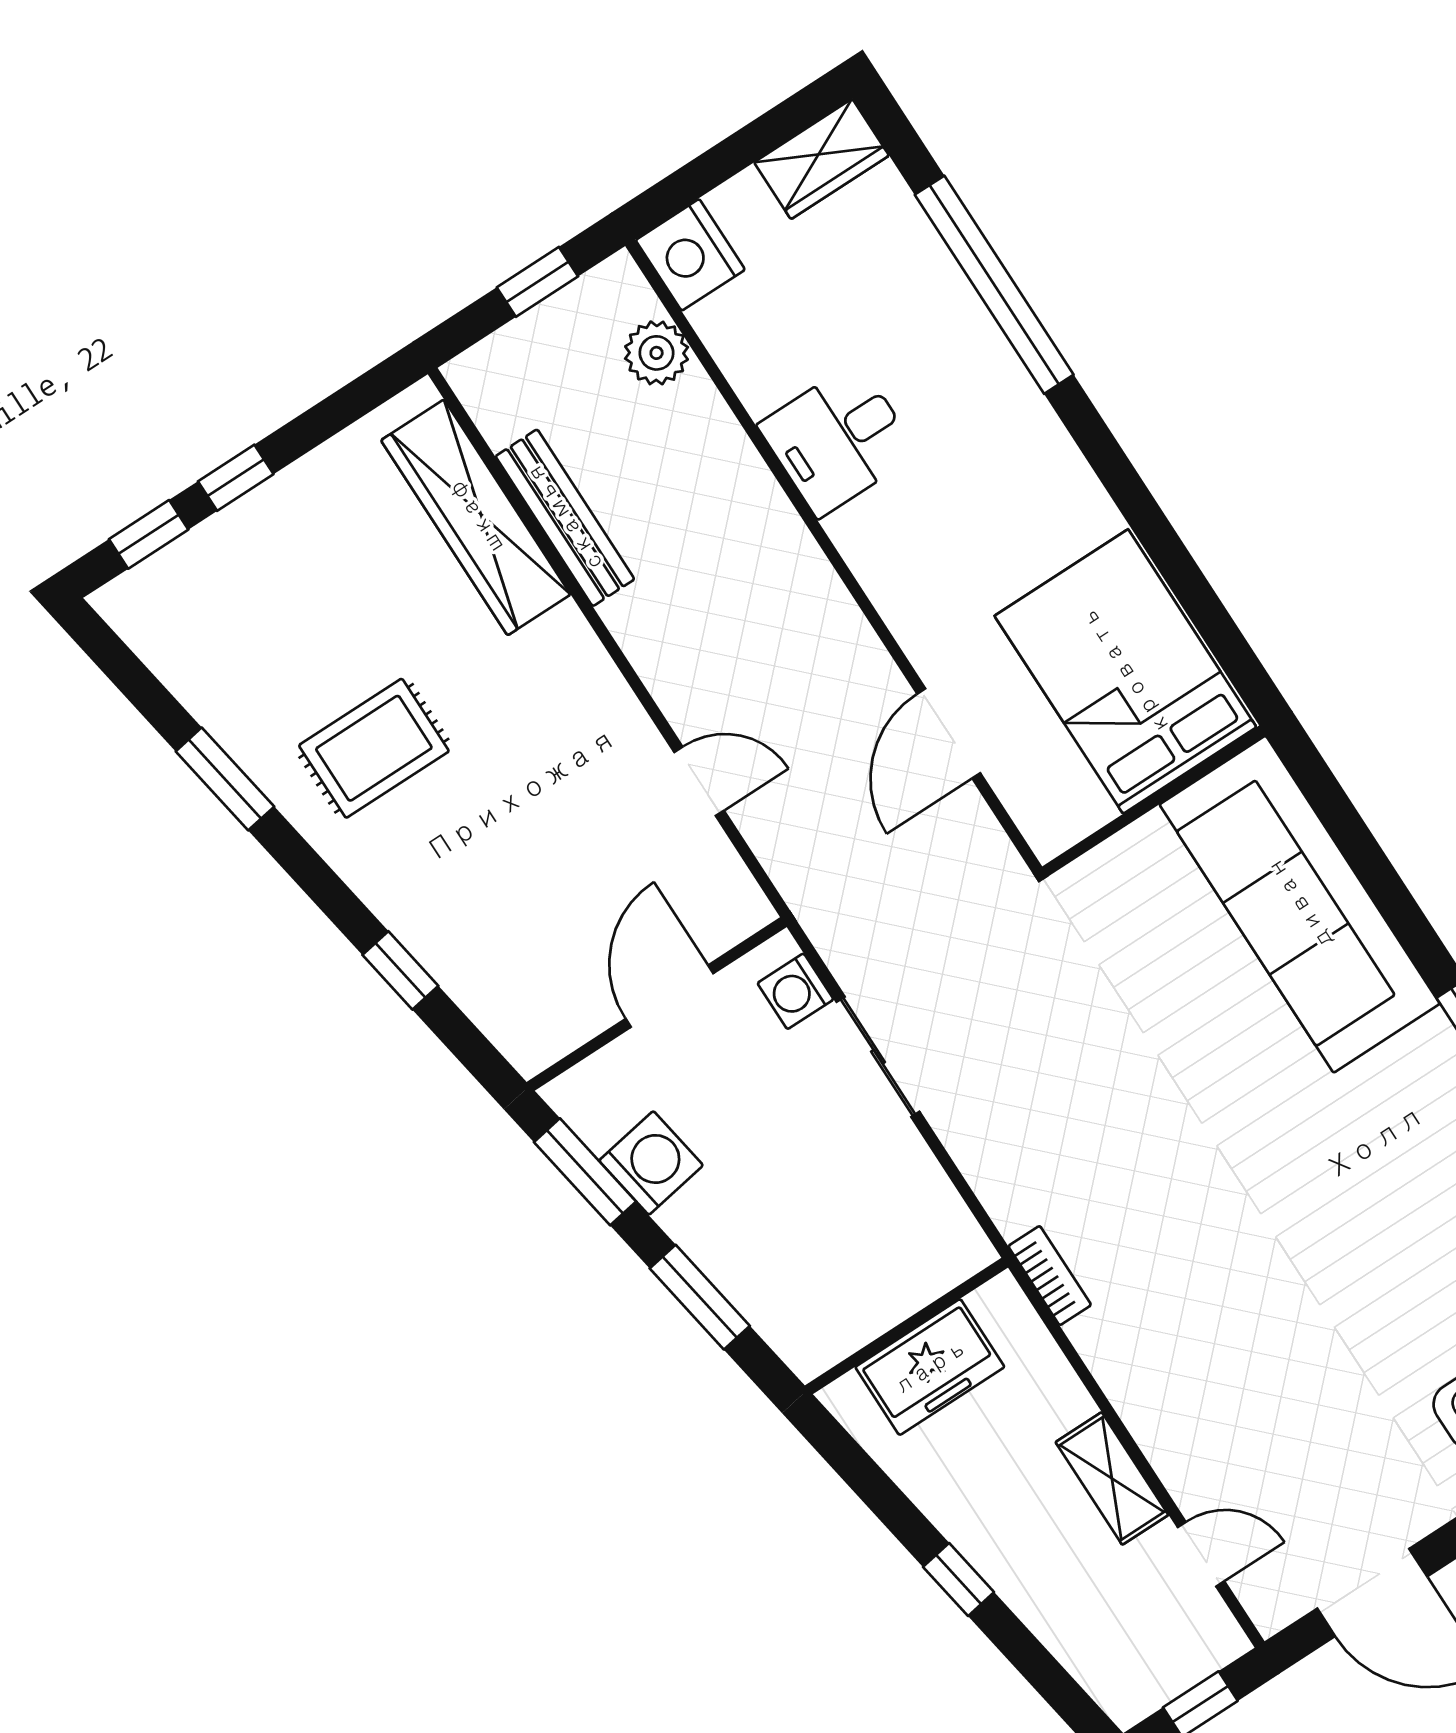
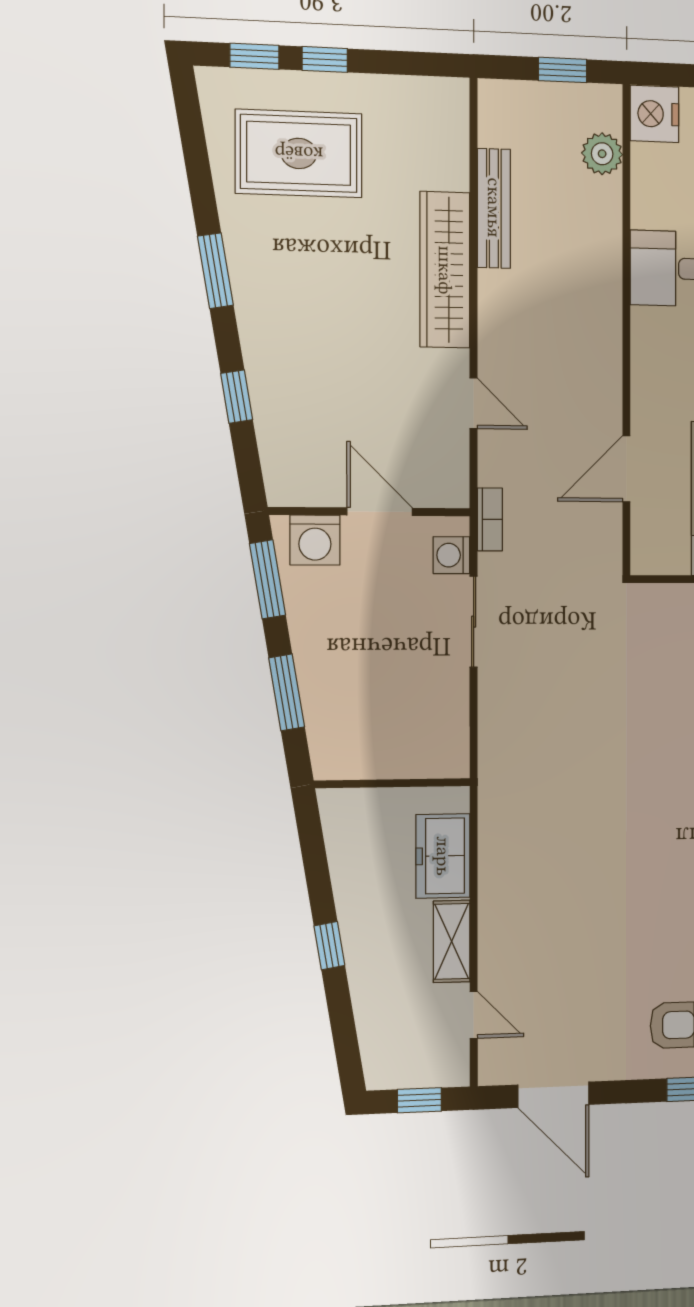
wardrobe: (476, 517) -> (445, 270), moved
rug: (374, 748) -> (299, 153), moved, width x1.36, depth x1.43
window: (225, 779) -> (215, 271), moved
door: (670, 996) -> (380, 512), hinge flipped
washing machine: (651, 1163) -> (315, 540), moved, turned 100
bookcase: (1050, 1276) -> (490, 519), moved
freezer: (930, 1367) -> (443, 856), moved, turned 90

